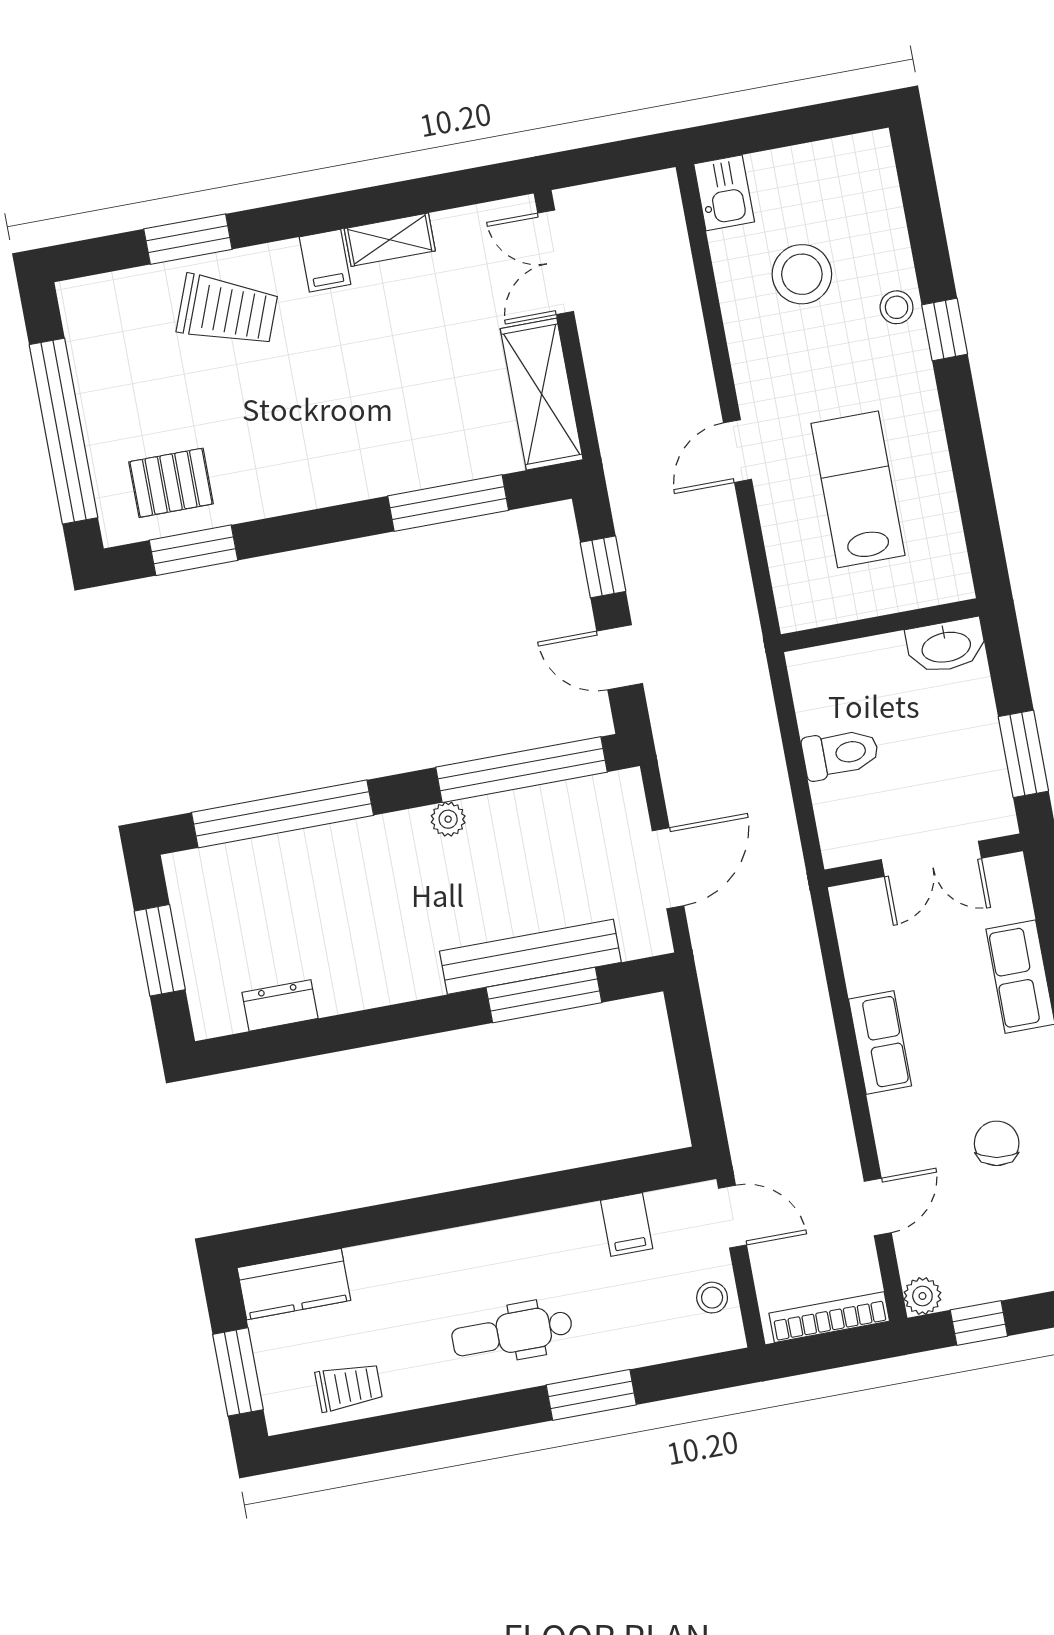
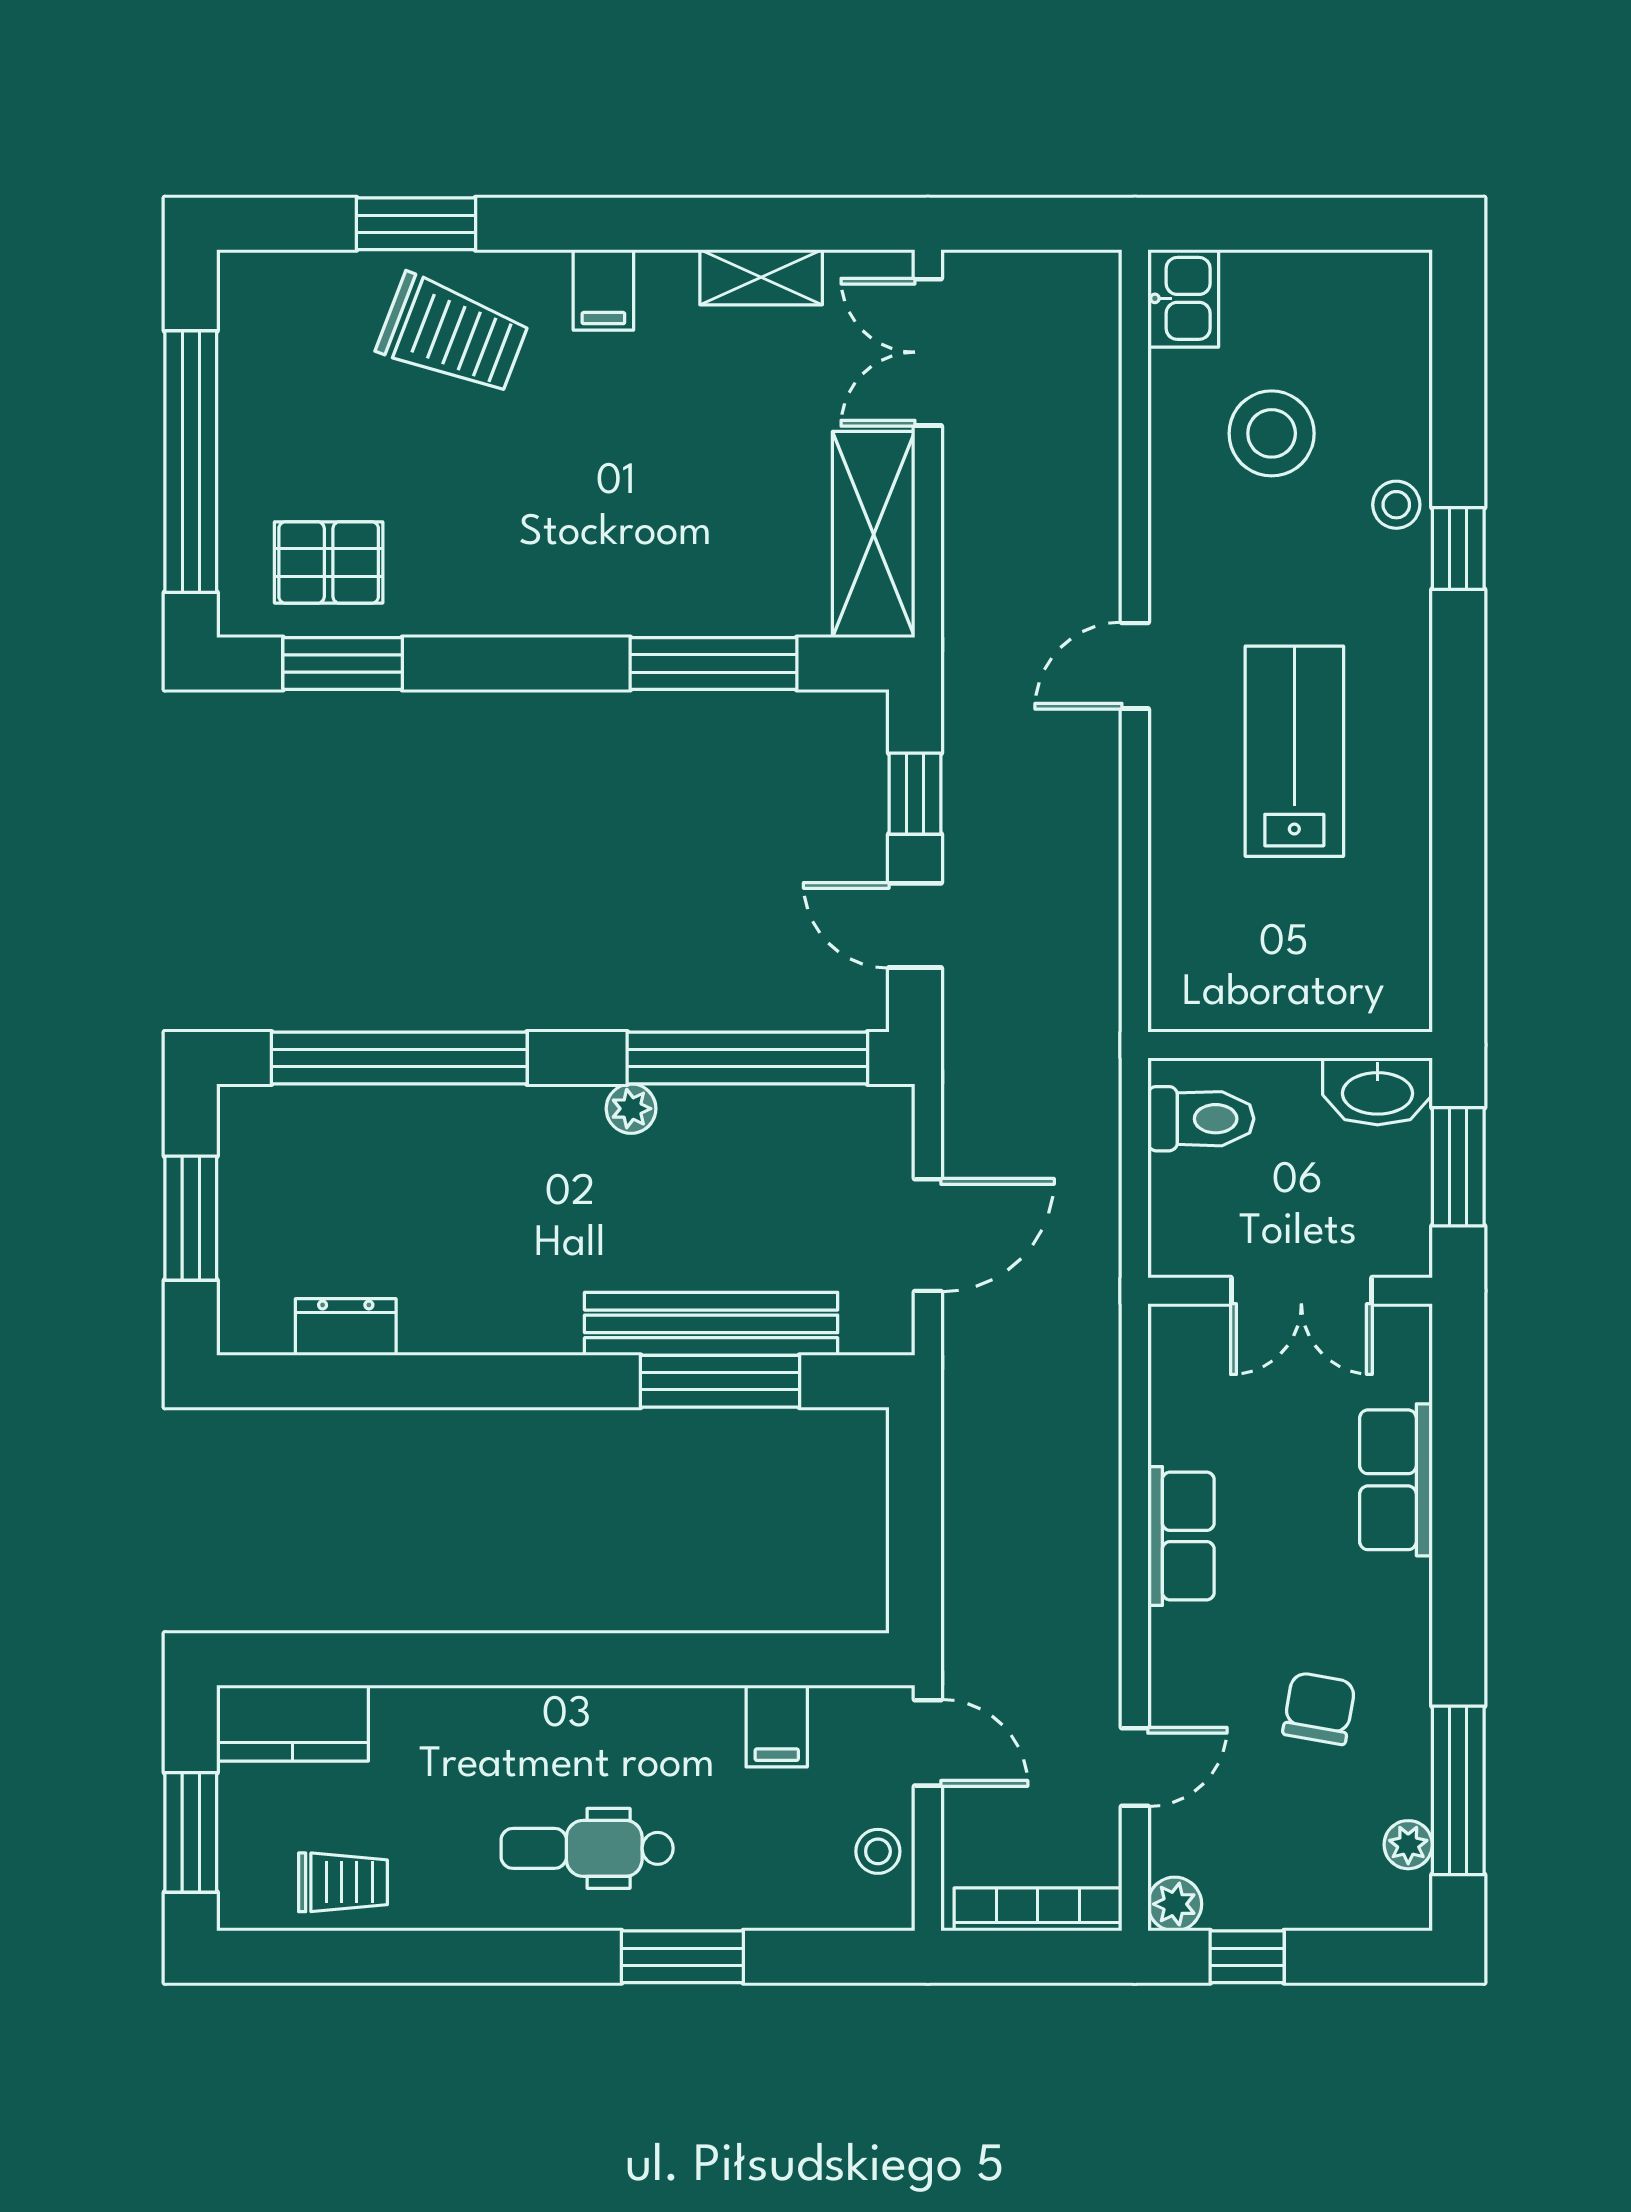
shelving: (390, 240) -> (761, 277), moved
wall: (880, 625) -> (1290, 1045), moved
washbasin: (946, 646) -> (1378, 1091), moved

